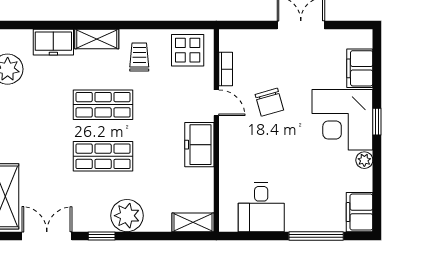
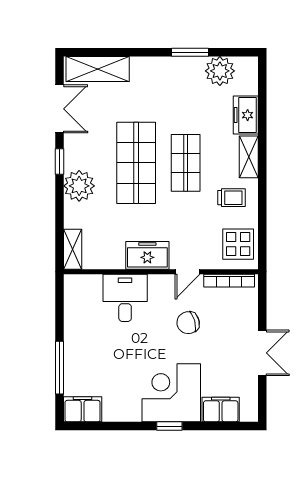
bookcase: (226, 69) -> (229, 281), width x1.56
shop shelf: (103, 156) -> (136, 163), width x1.43, depth x1.36
plant: (364, 160) -> (132, 414), removed
desk: (261, 207) -> (125, 298), moved, turned 90

